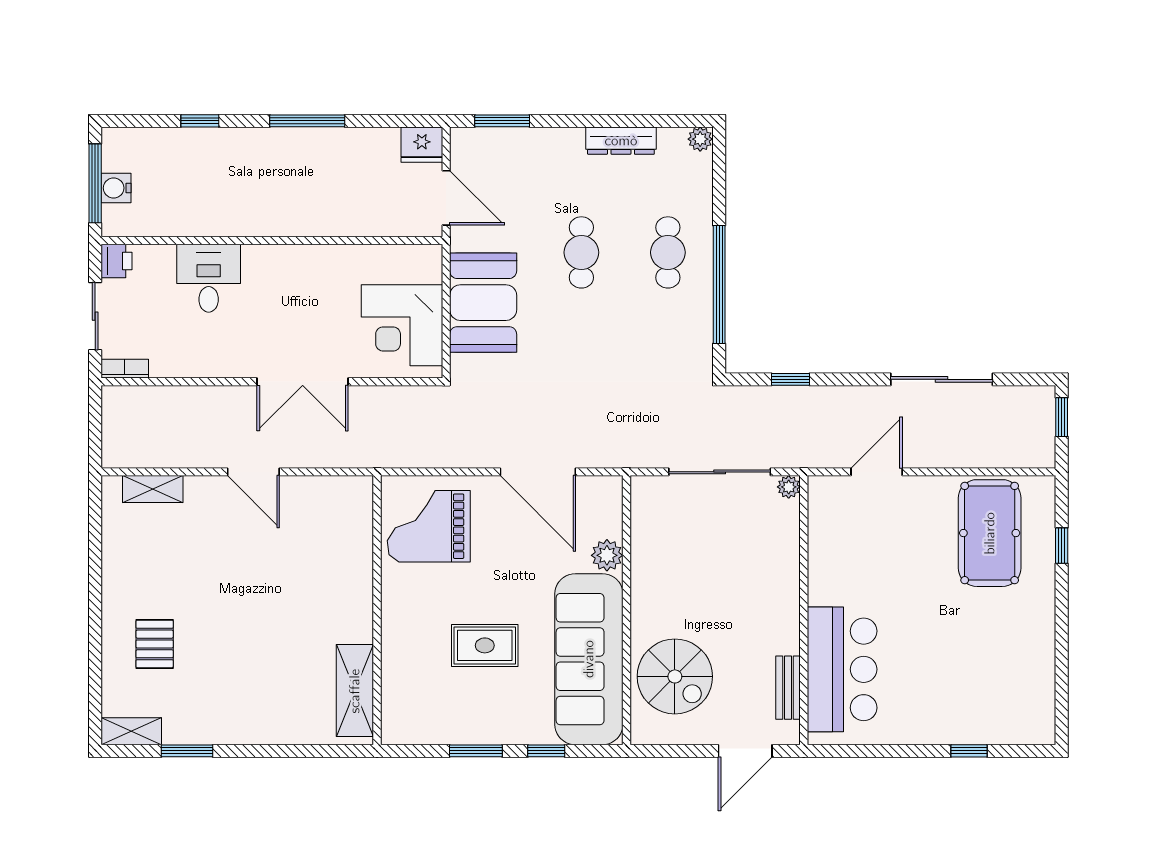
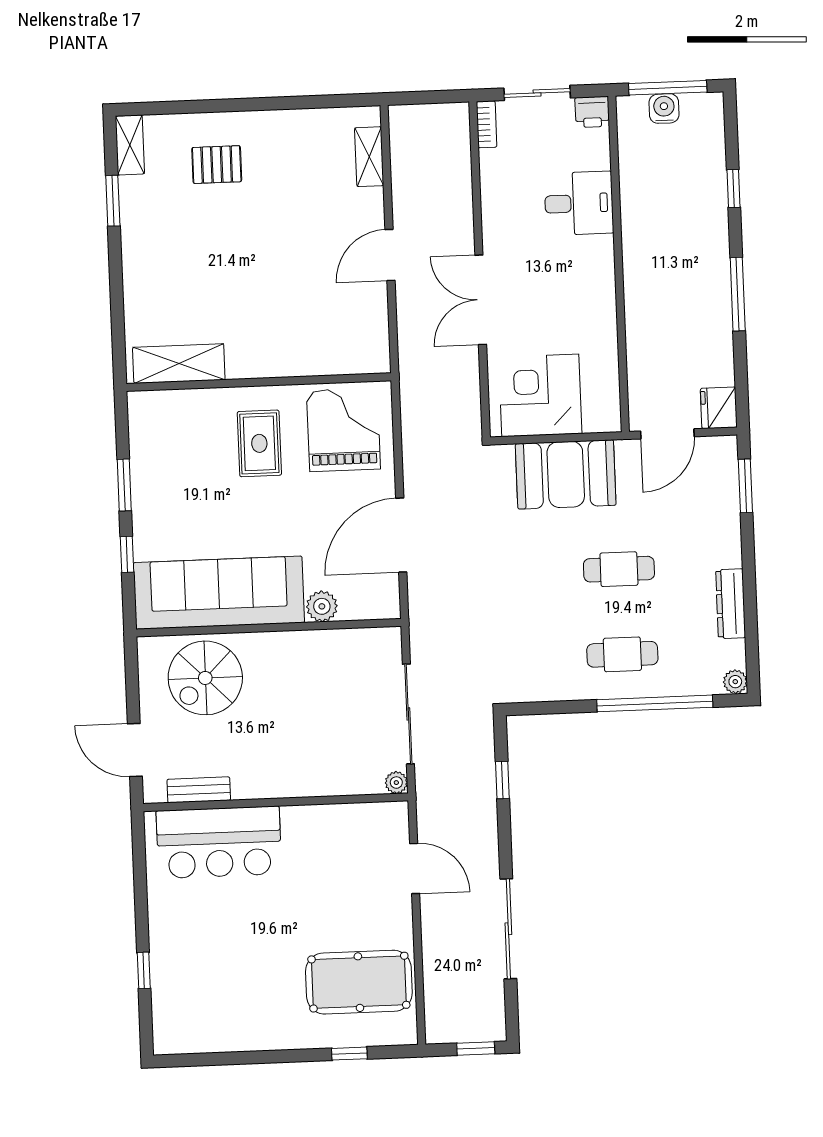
window: (719, 285) -> (655, 703), moved
rug: (485, 645) -> (259, 443), moved

